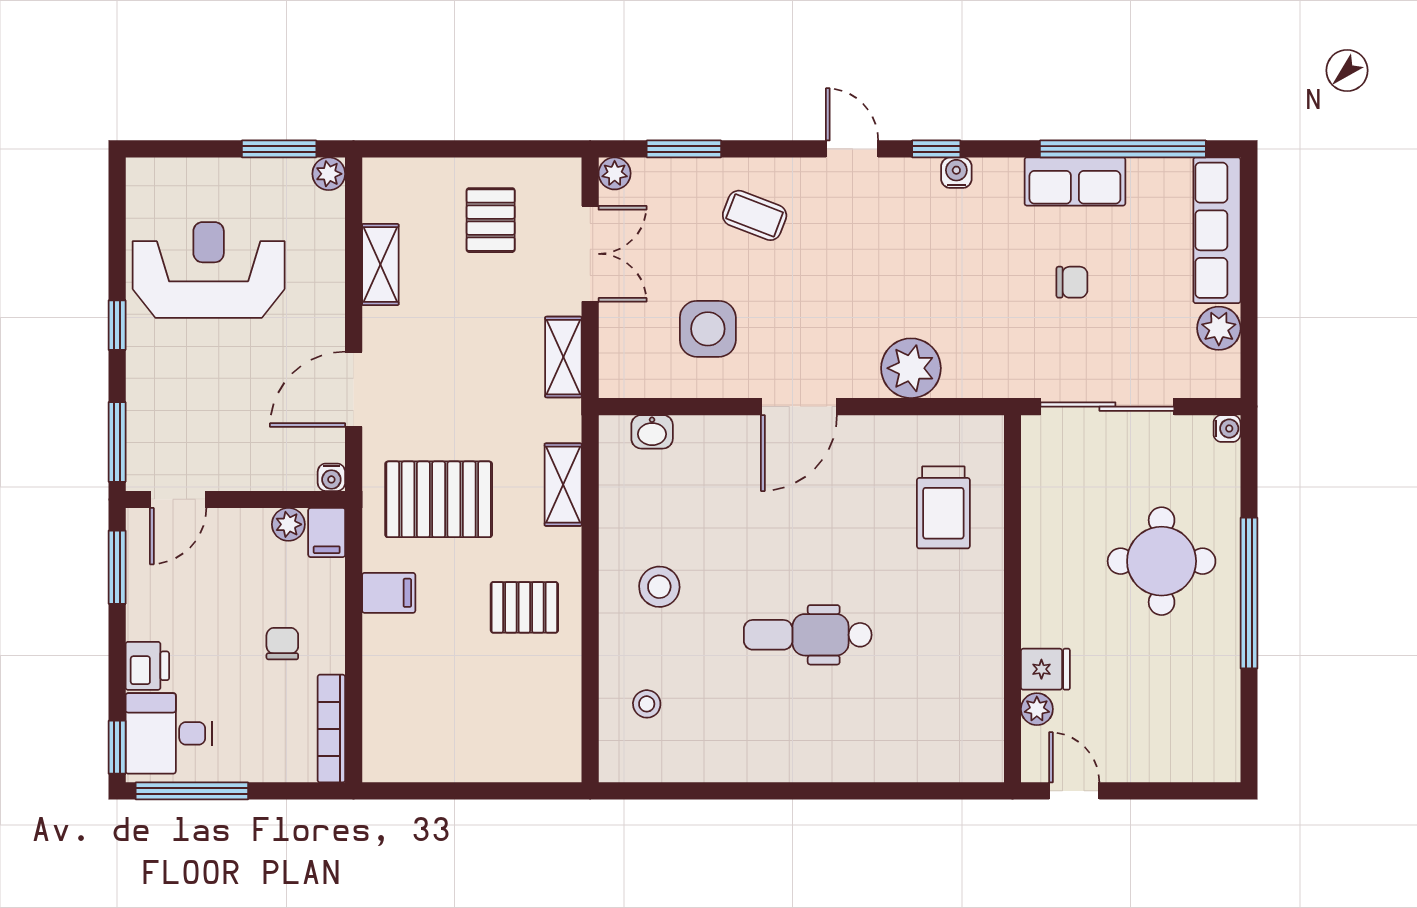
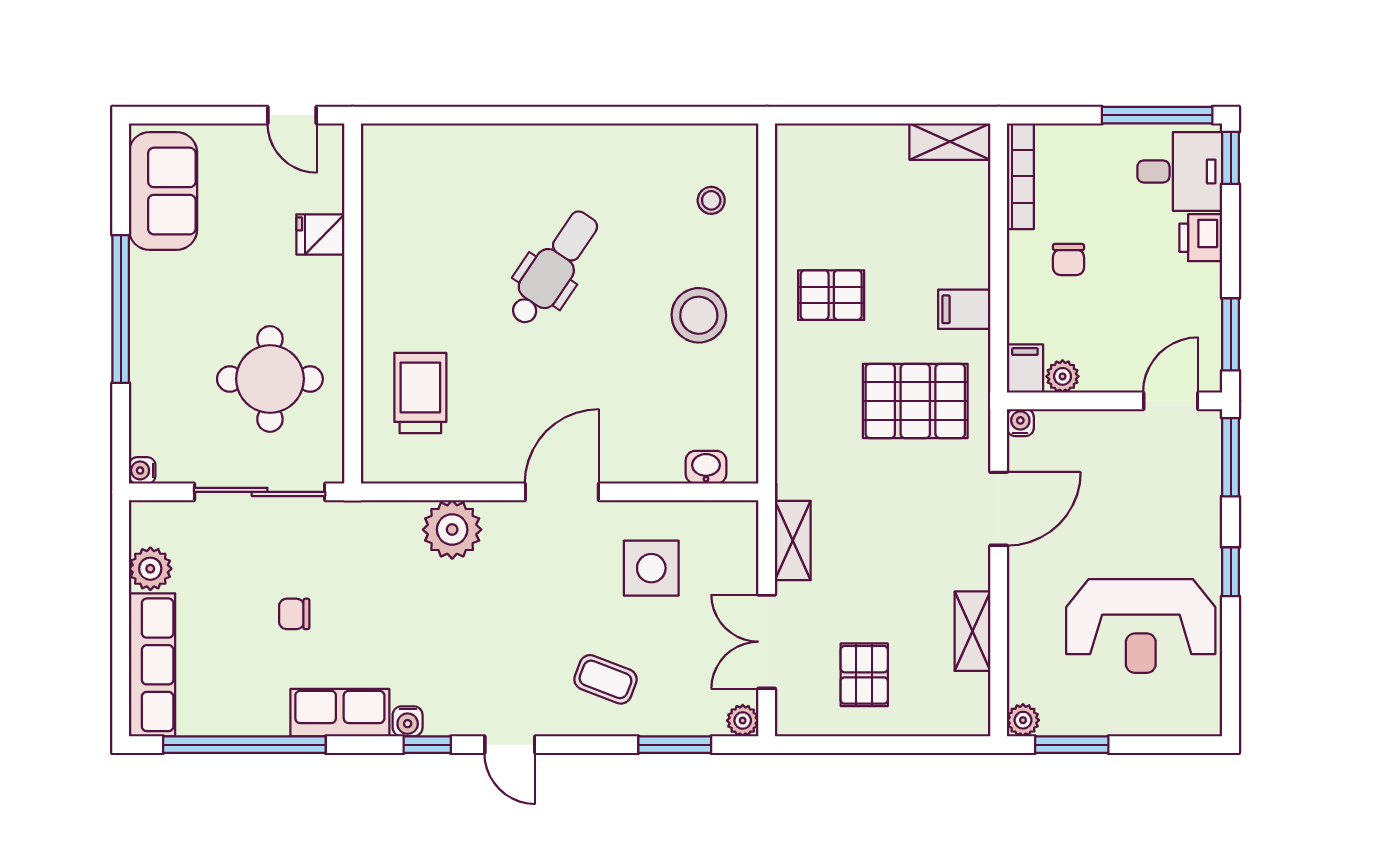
row of seats: (1075, 181) -> (340, 713), moved
shelving: (563, 485) -> (950, 142), moved, turned 90
round table: (1162, 561) -> (270, 379), moved
stool: (659, 587) -> (699, 315), width x1.38, depth x1.38
dental chair: (808, 635) -> (553, 268), turned -56
plant: (1037, 709) -> (329, 195), removed
sofa: (1206, 713) -> (163, 191), added

